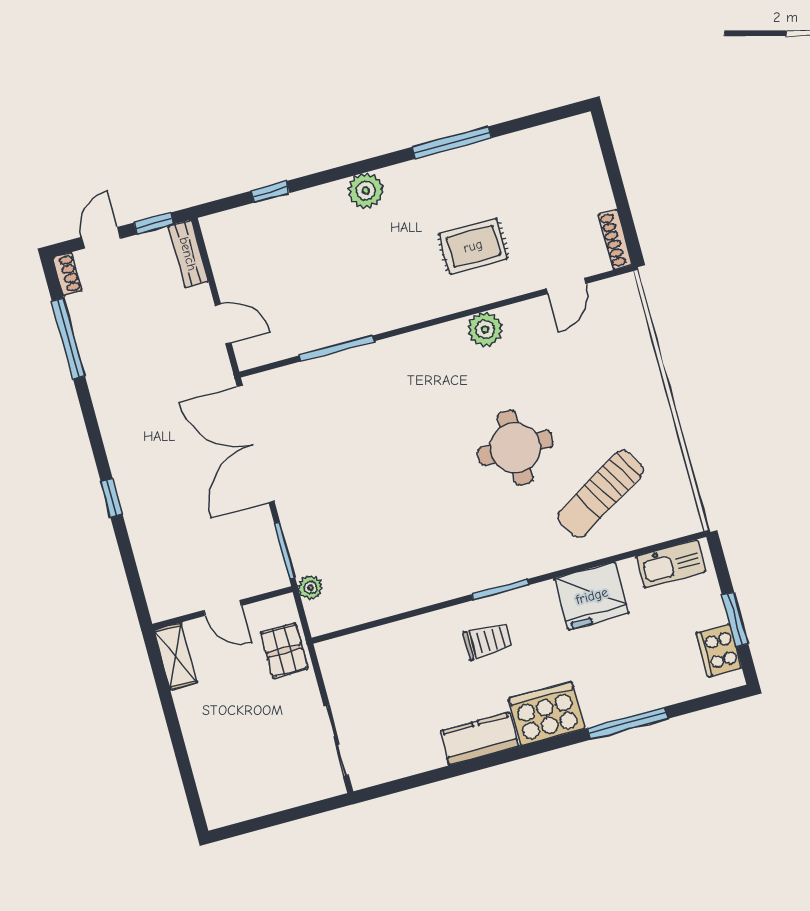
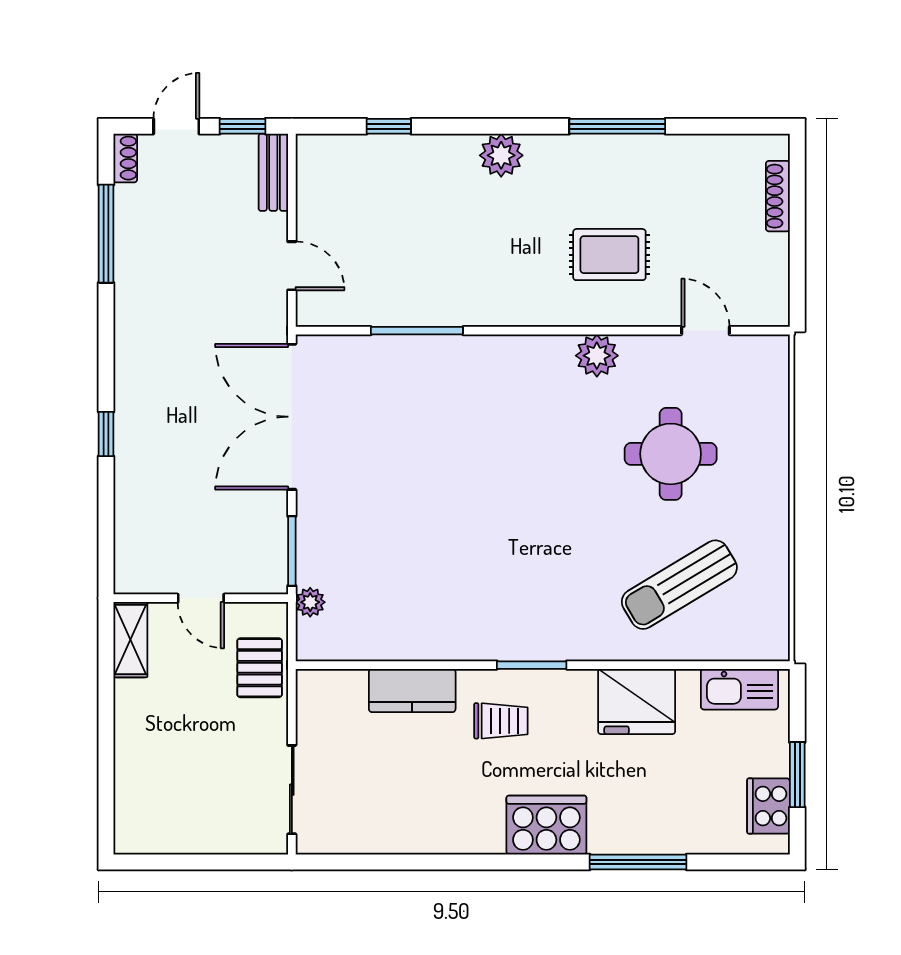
shoe rack: (615, 239) -> (778, 196), moved
door: (566, 286) -> (705, 331), swing flipped
round table: (515, 448) -> (671, 454), moved
kitchen counter: (480, 739) -> (412, 690), moved, turned 180

